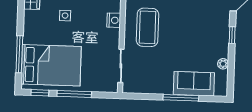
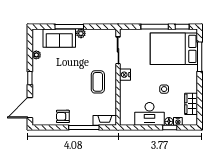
nightstand: (114, 20) -> (125, 75), moved
coffee table: (148, 27) -> (98, 82), width x0.73, depth x0.76
plant: (167, 89) -> (81, 33), added

